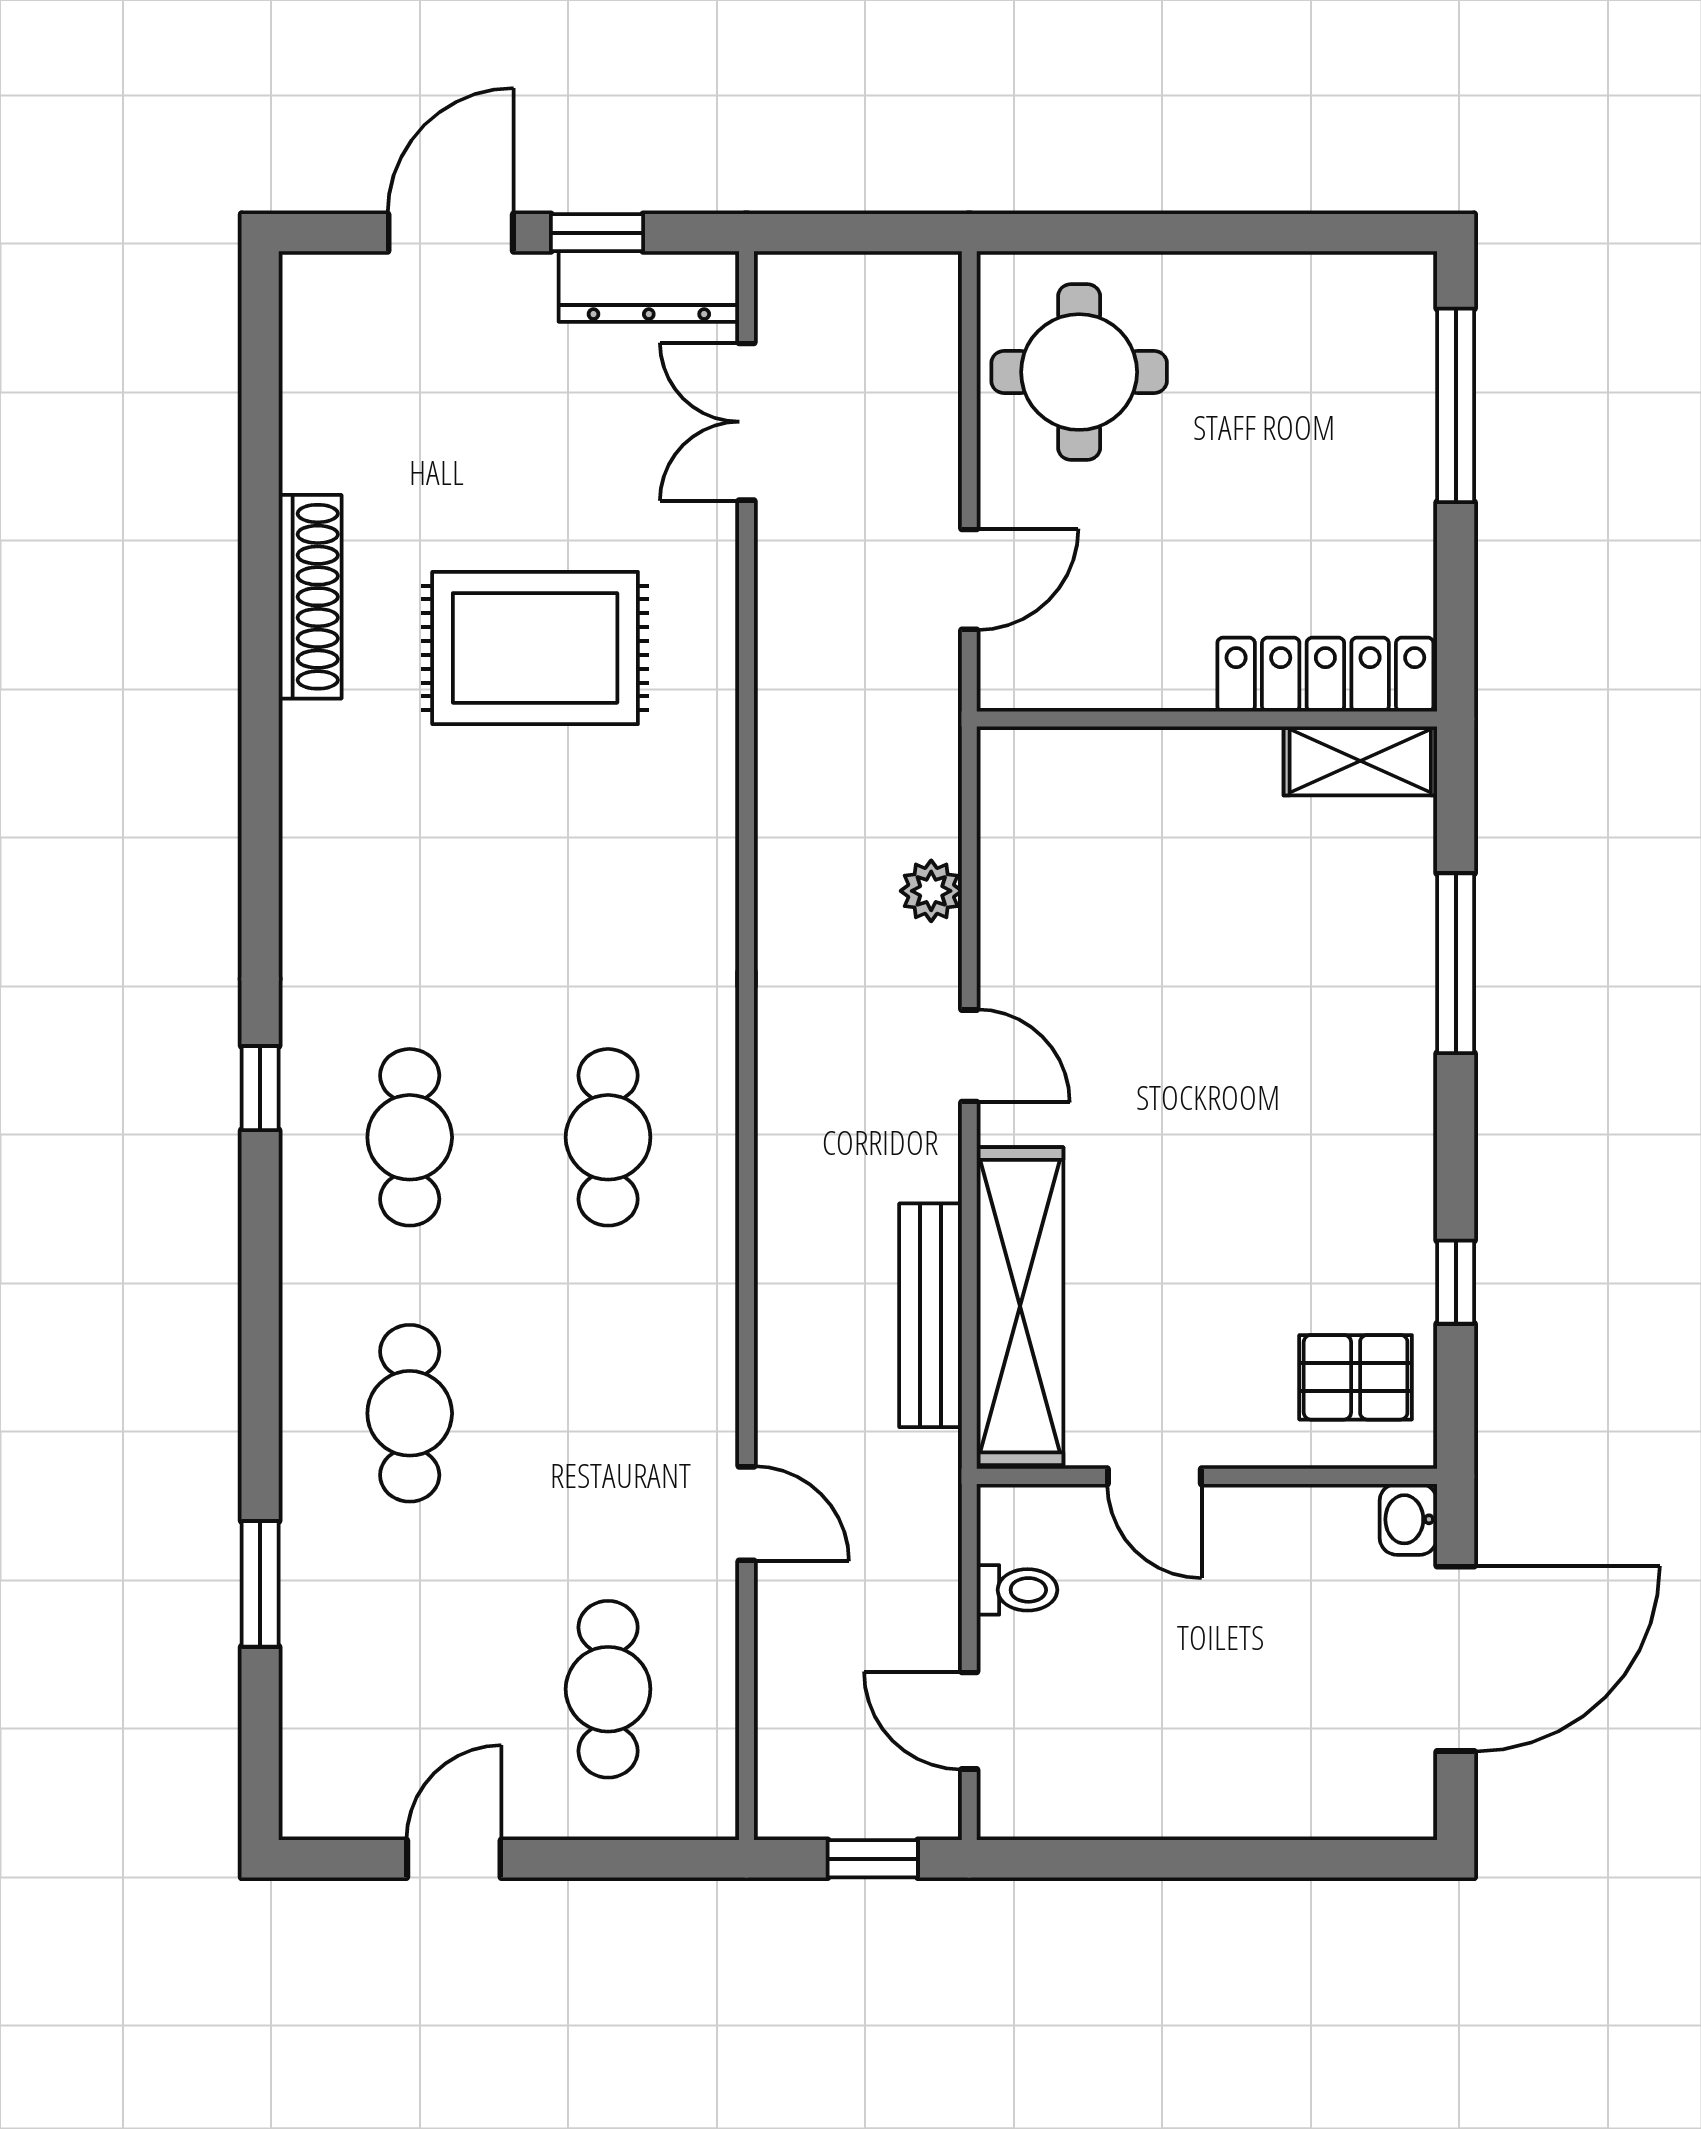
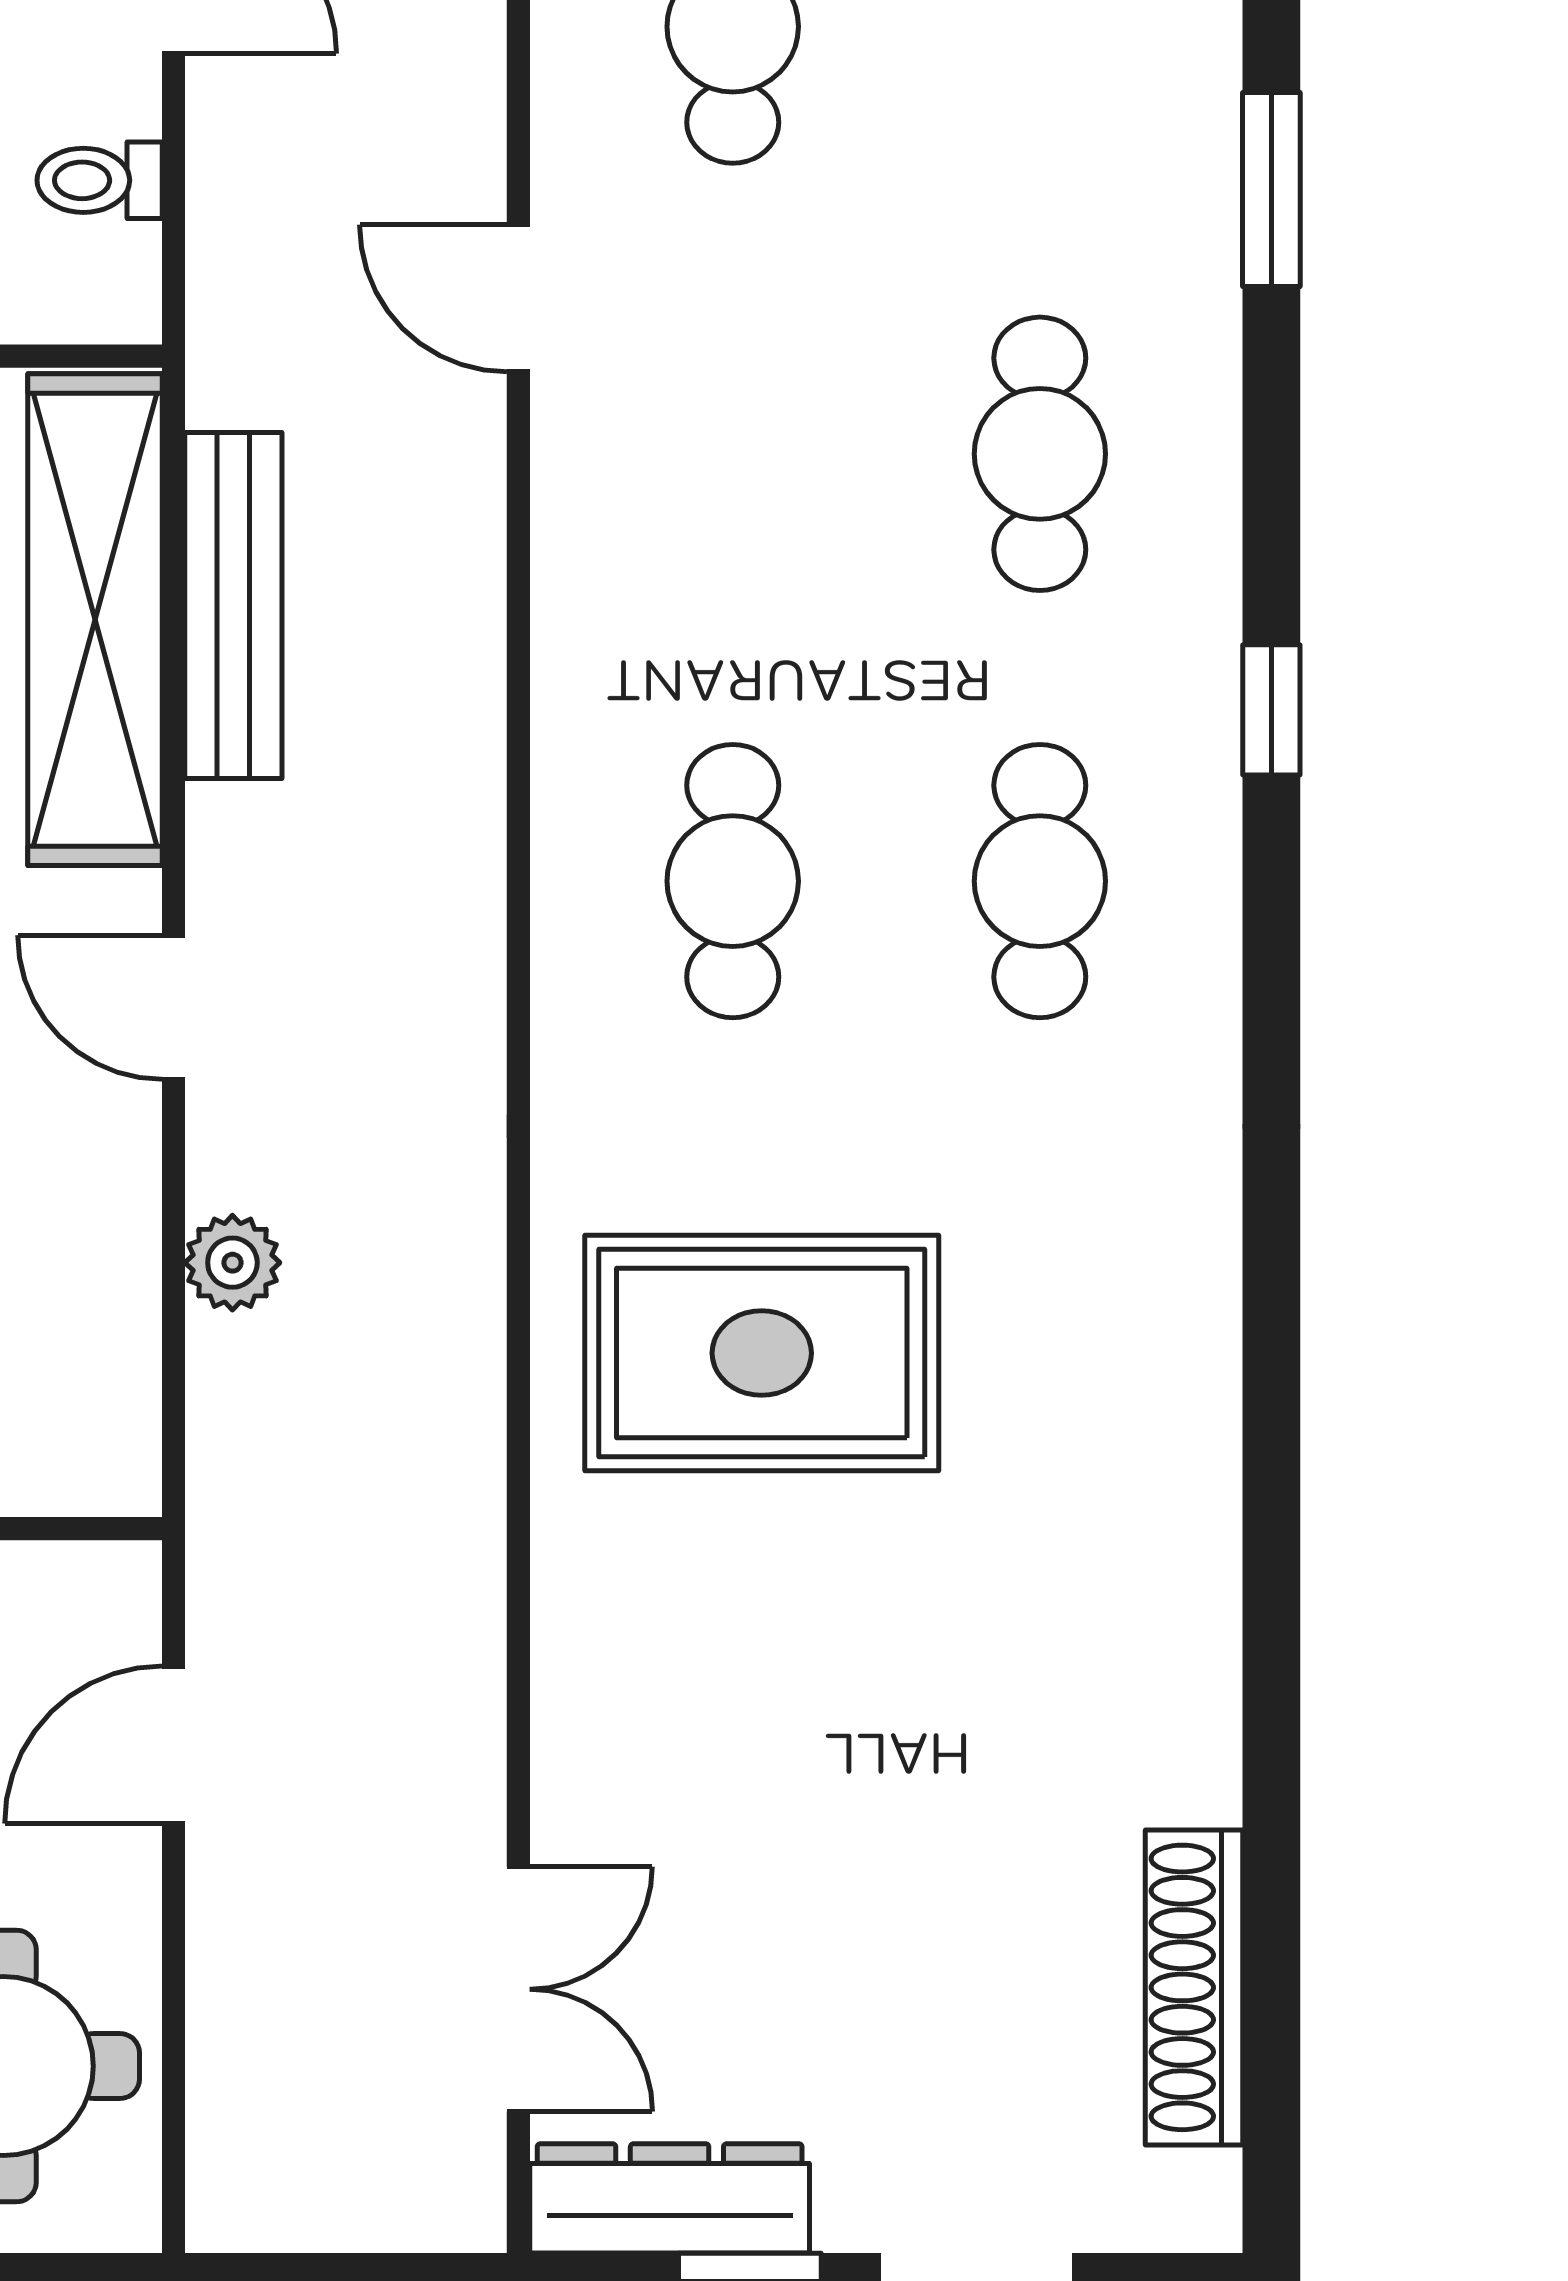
shoe rack: (310, 597) -> (1194, 1987), moved
rug: (535, 648) -> (762, 1353), moved
window: (260, 1088) -> (1271, 710), moved

